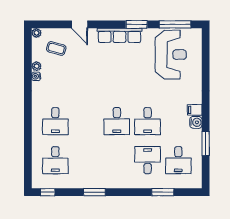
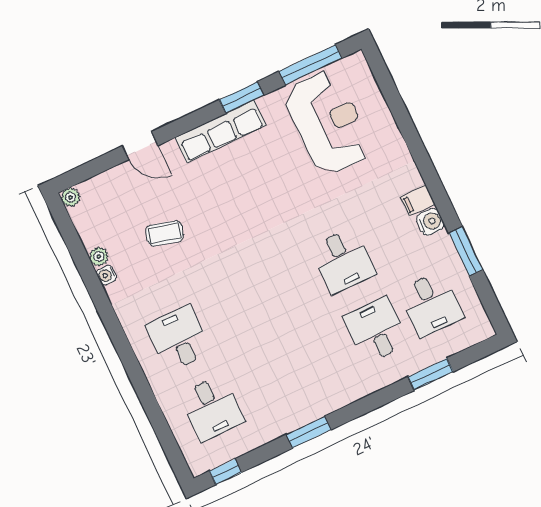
coffee table: (56, 48) -> (165, 233), moved
desk: (55, 121) -> (179, 339), turned 180
desk: (117, 121) -> (288, 286), removed

